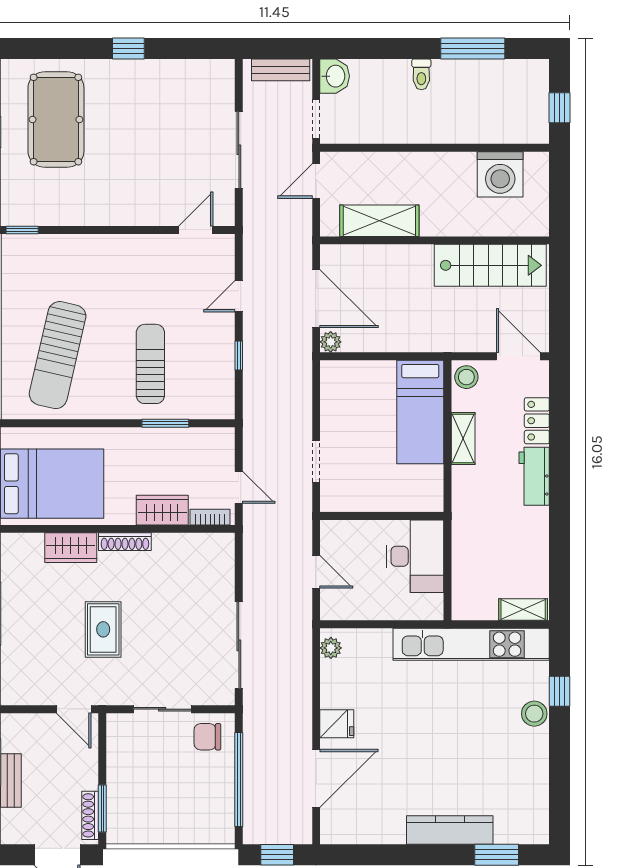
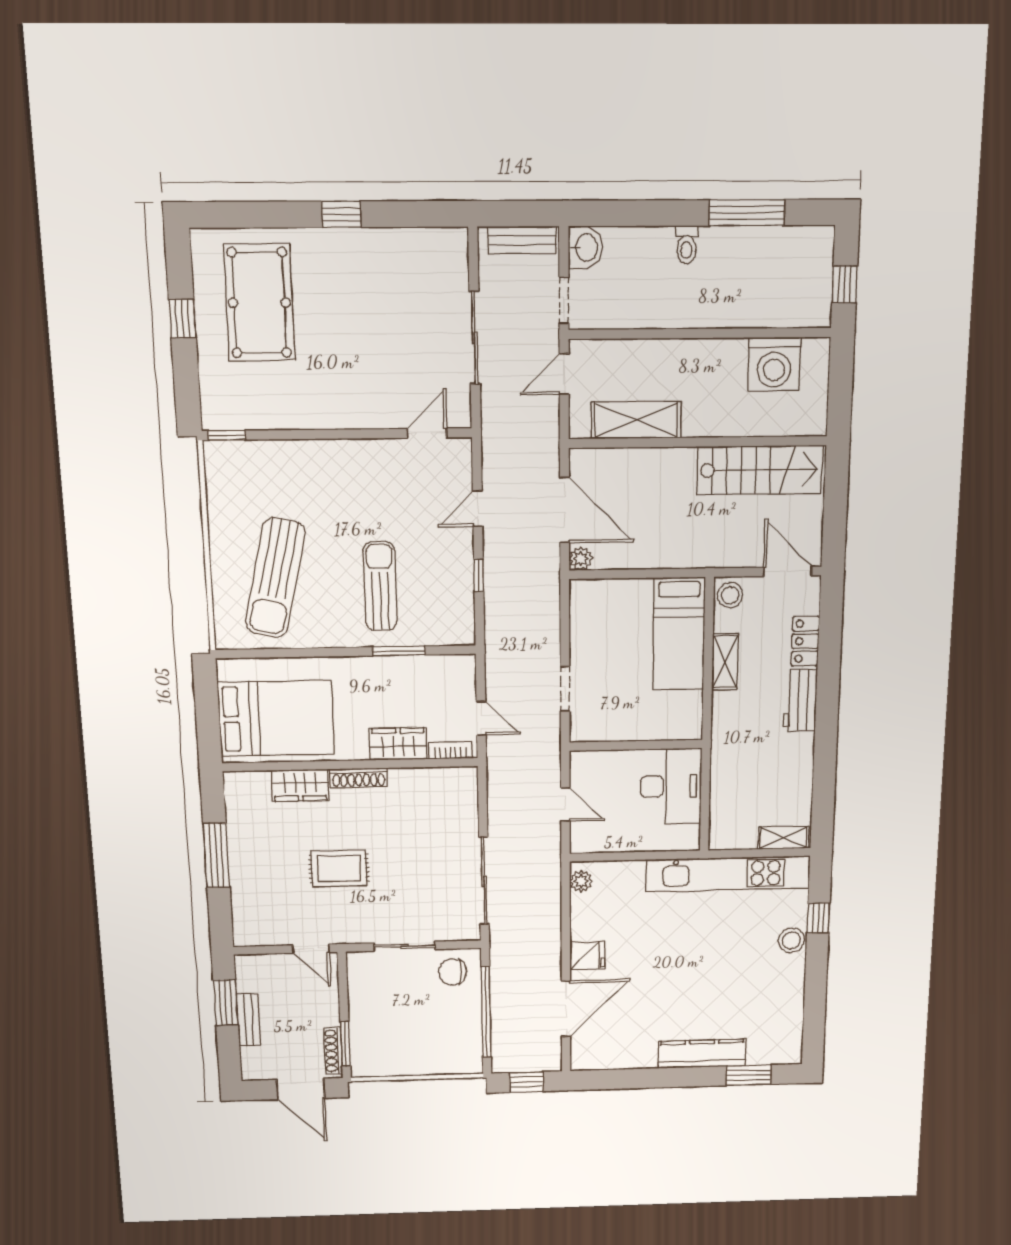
rug: (103, 629) -> (339, 868), turned 90

